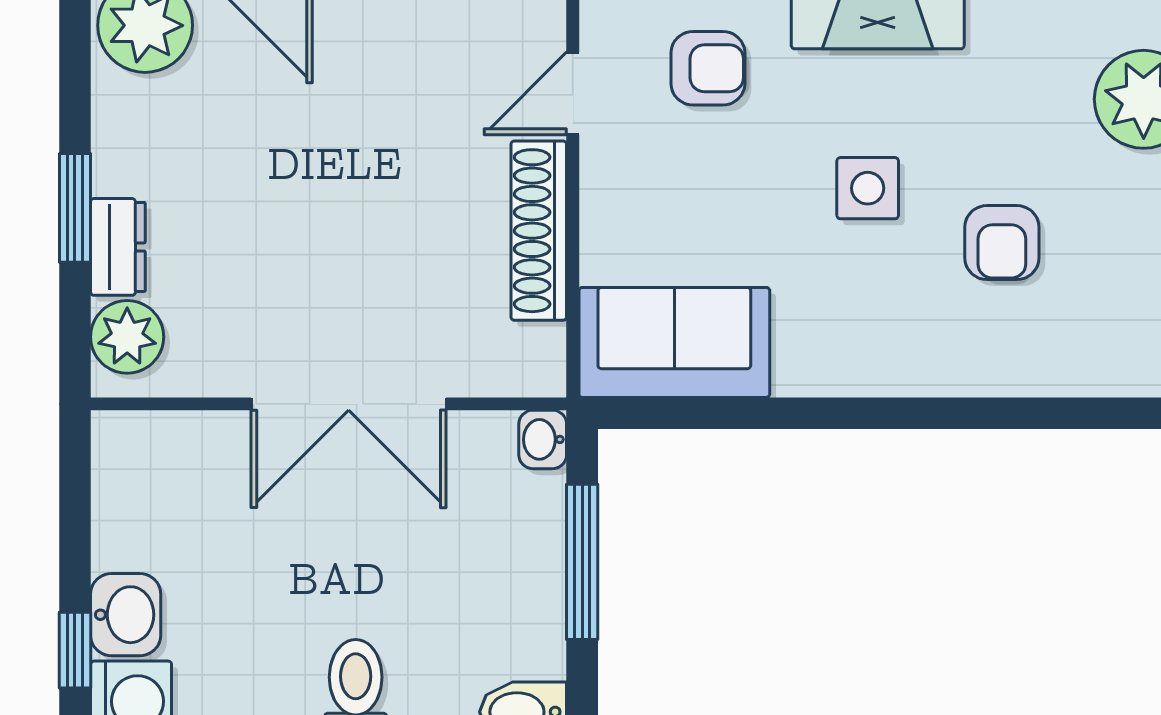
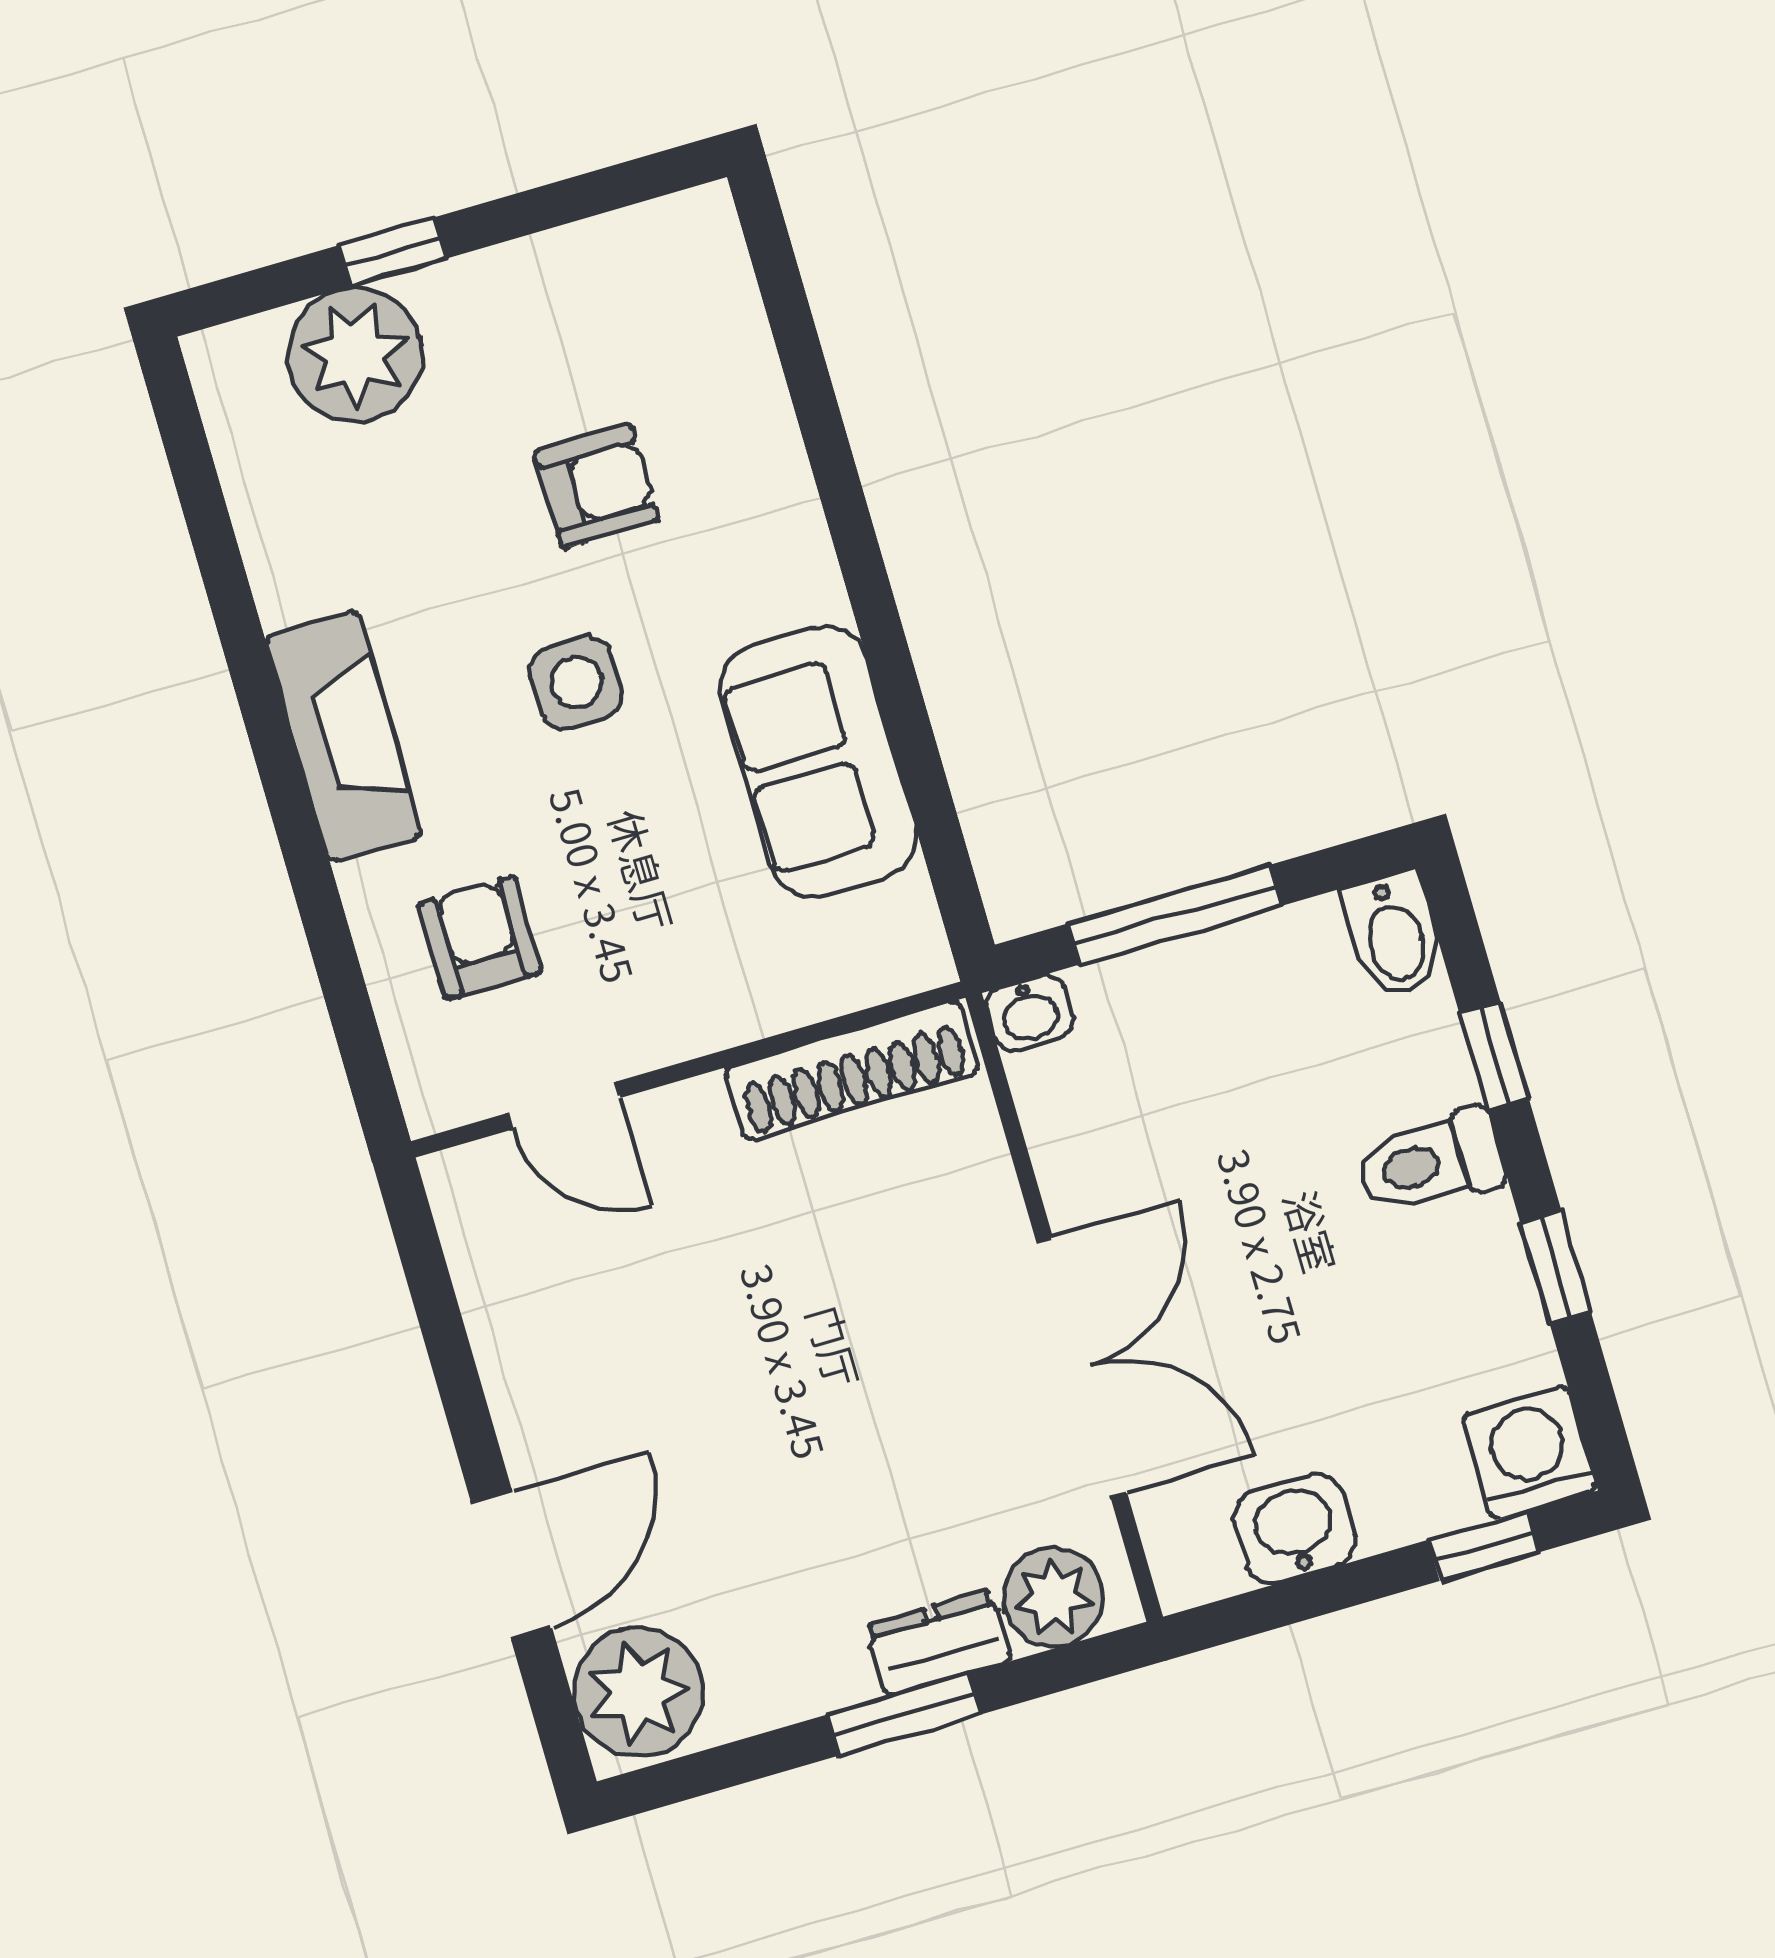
shoe rack: (539, 231) -> (852, 1070), moved
sofa: (674, 342) -> (818, 762), moved
double door: (349, 404) -> (1082, 1368), moved
washbasin: (126, 615) -> (1295, 1529), moved

